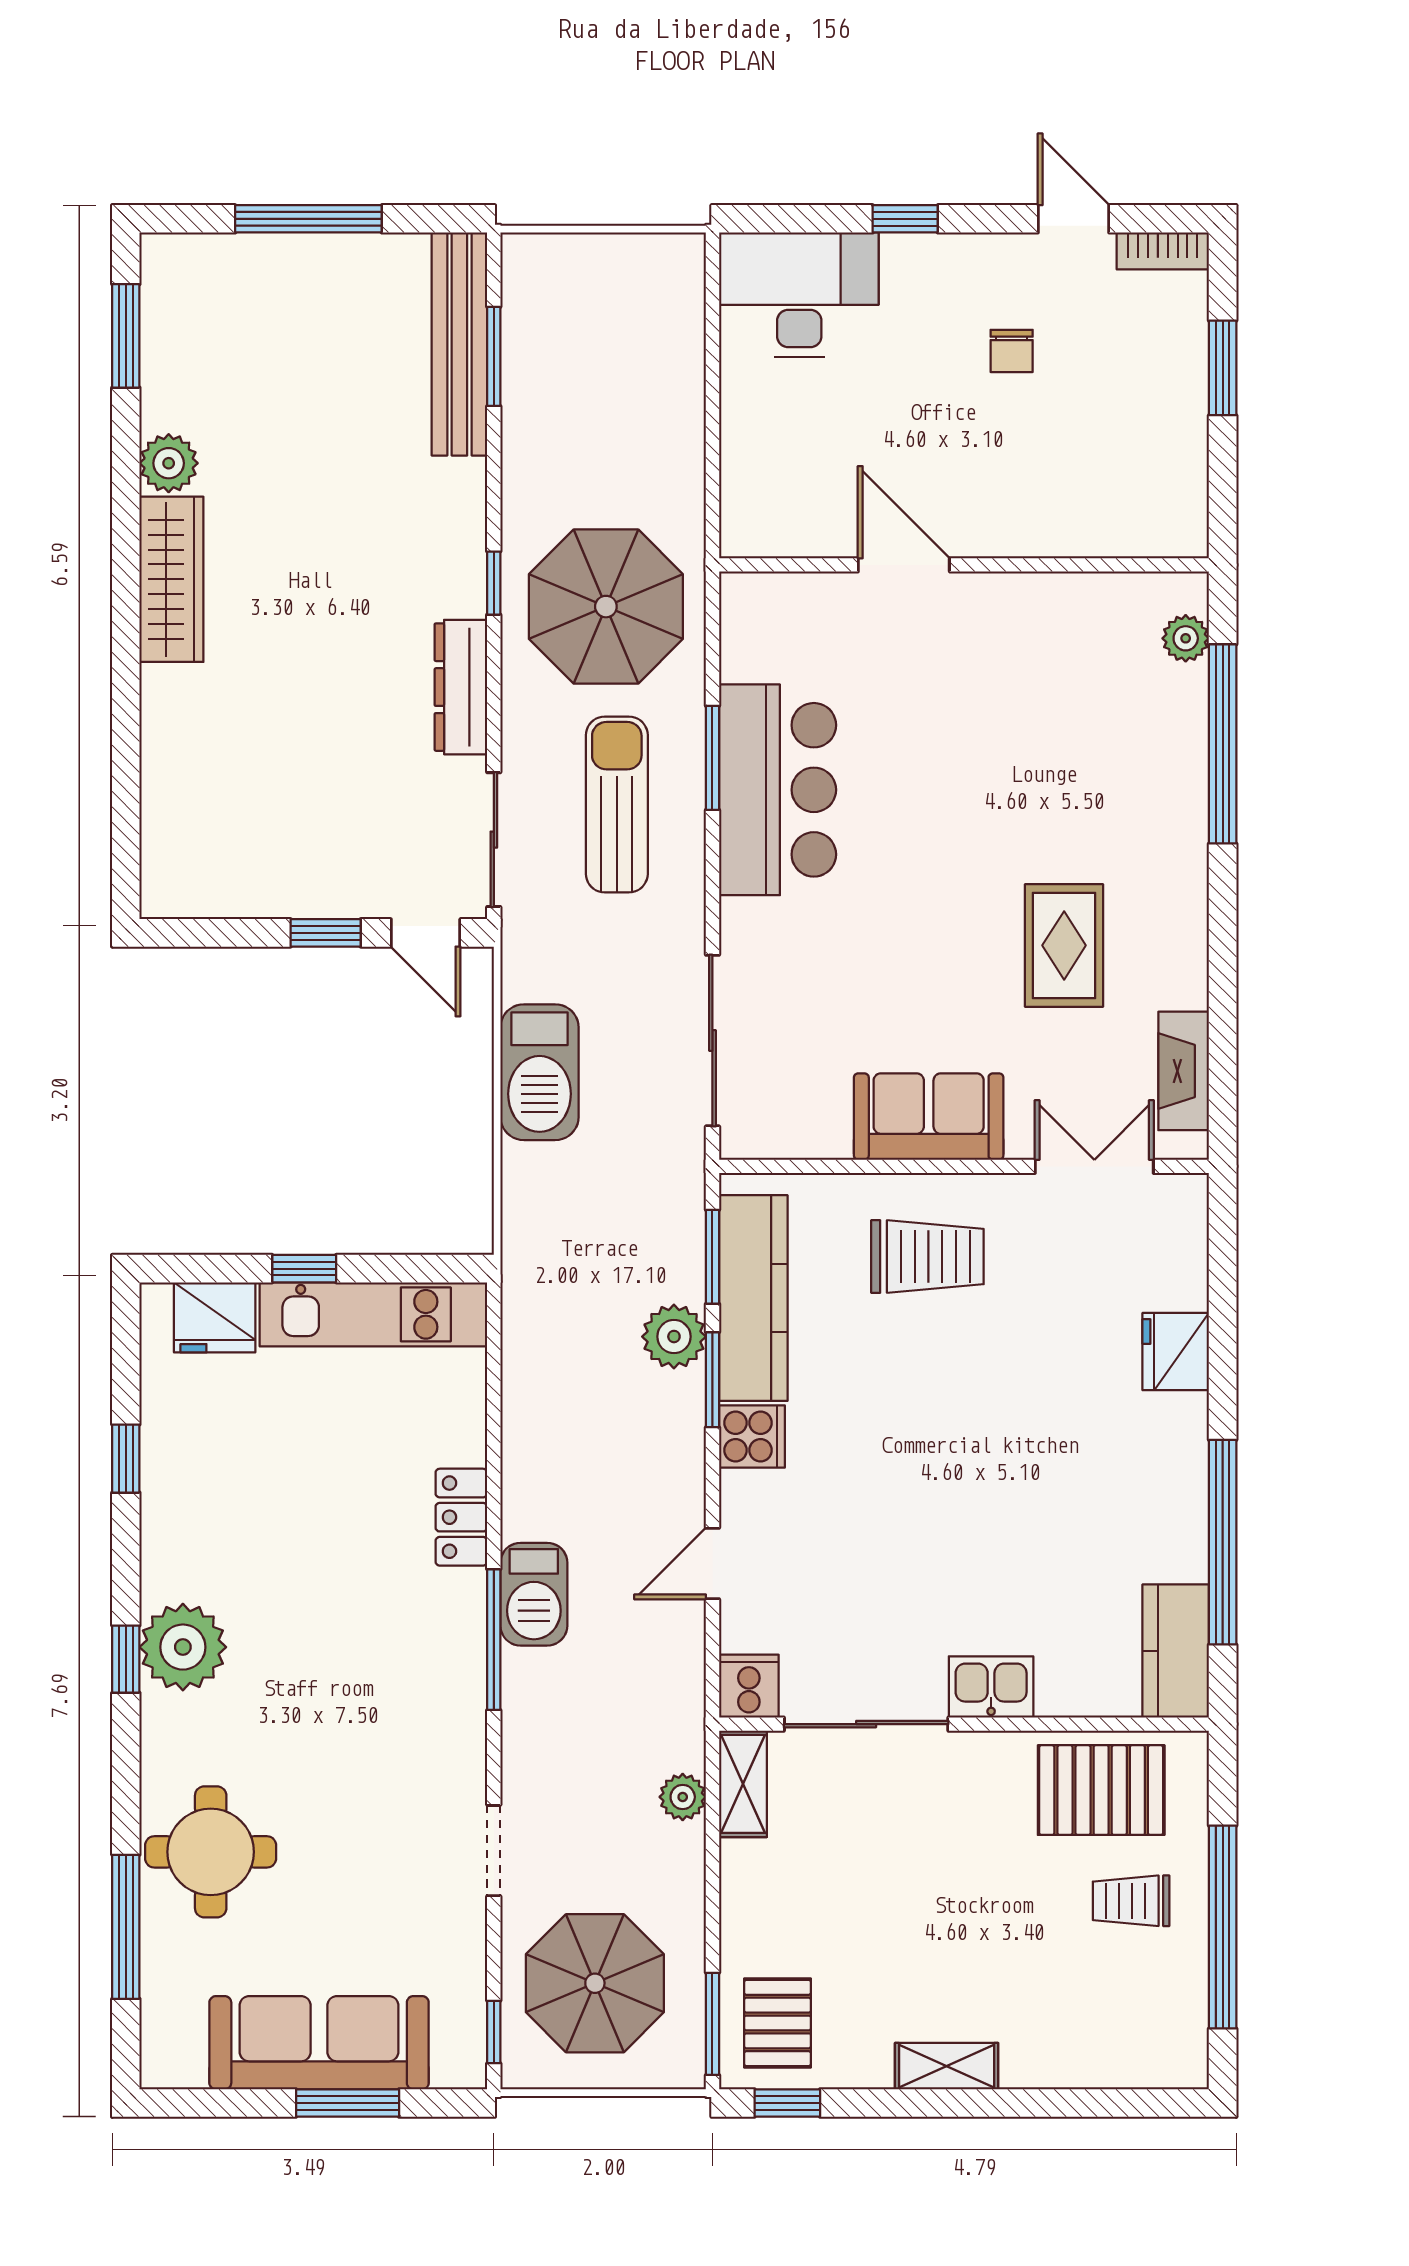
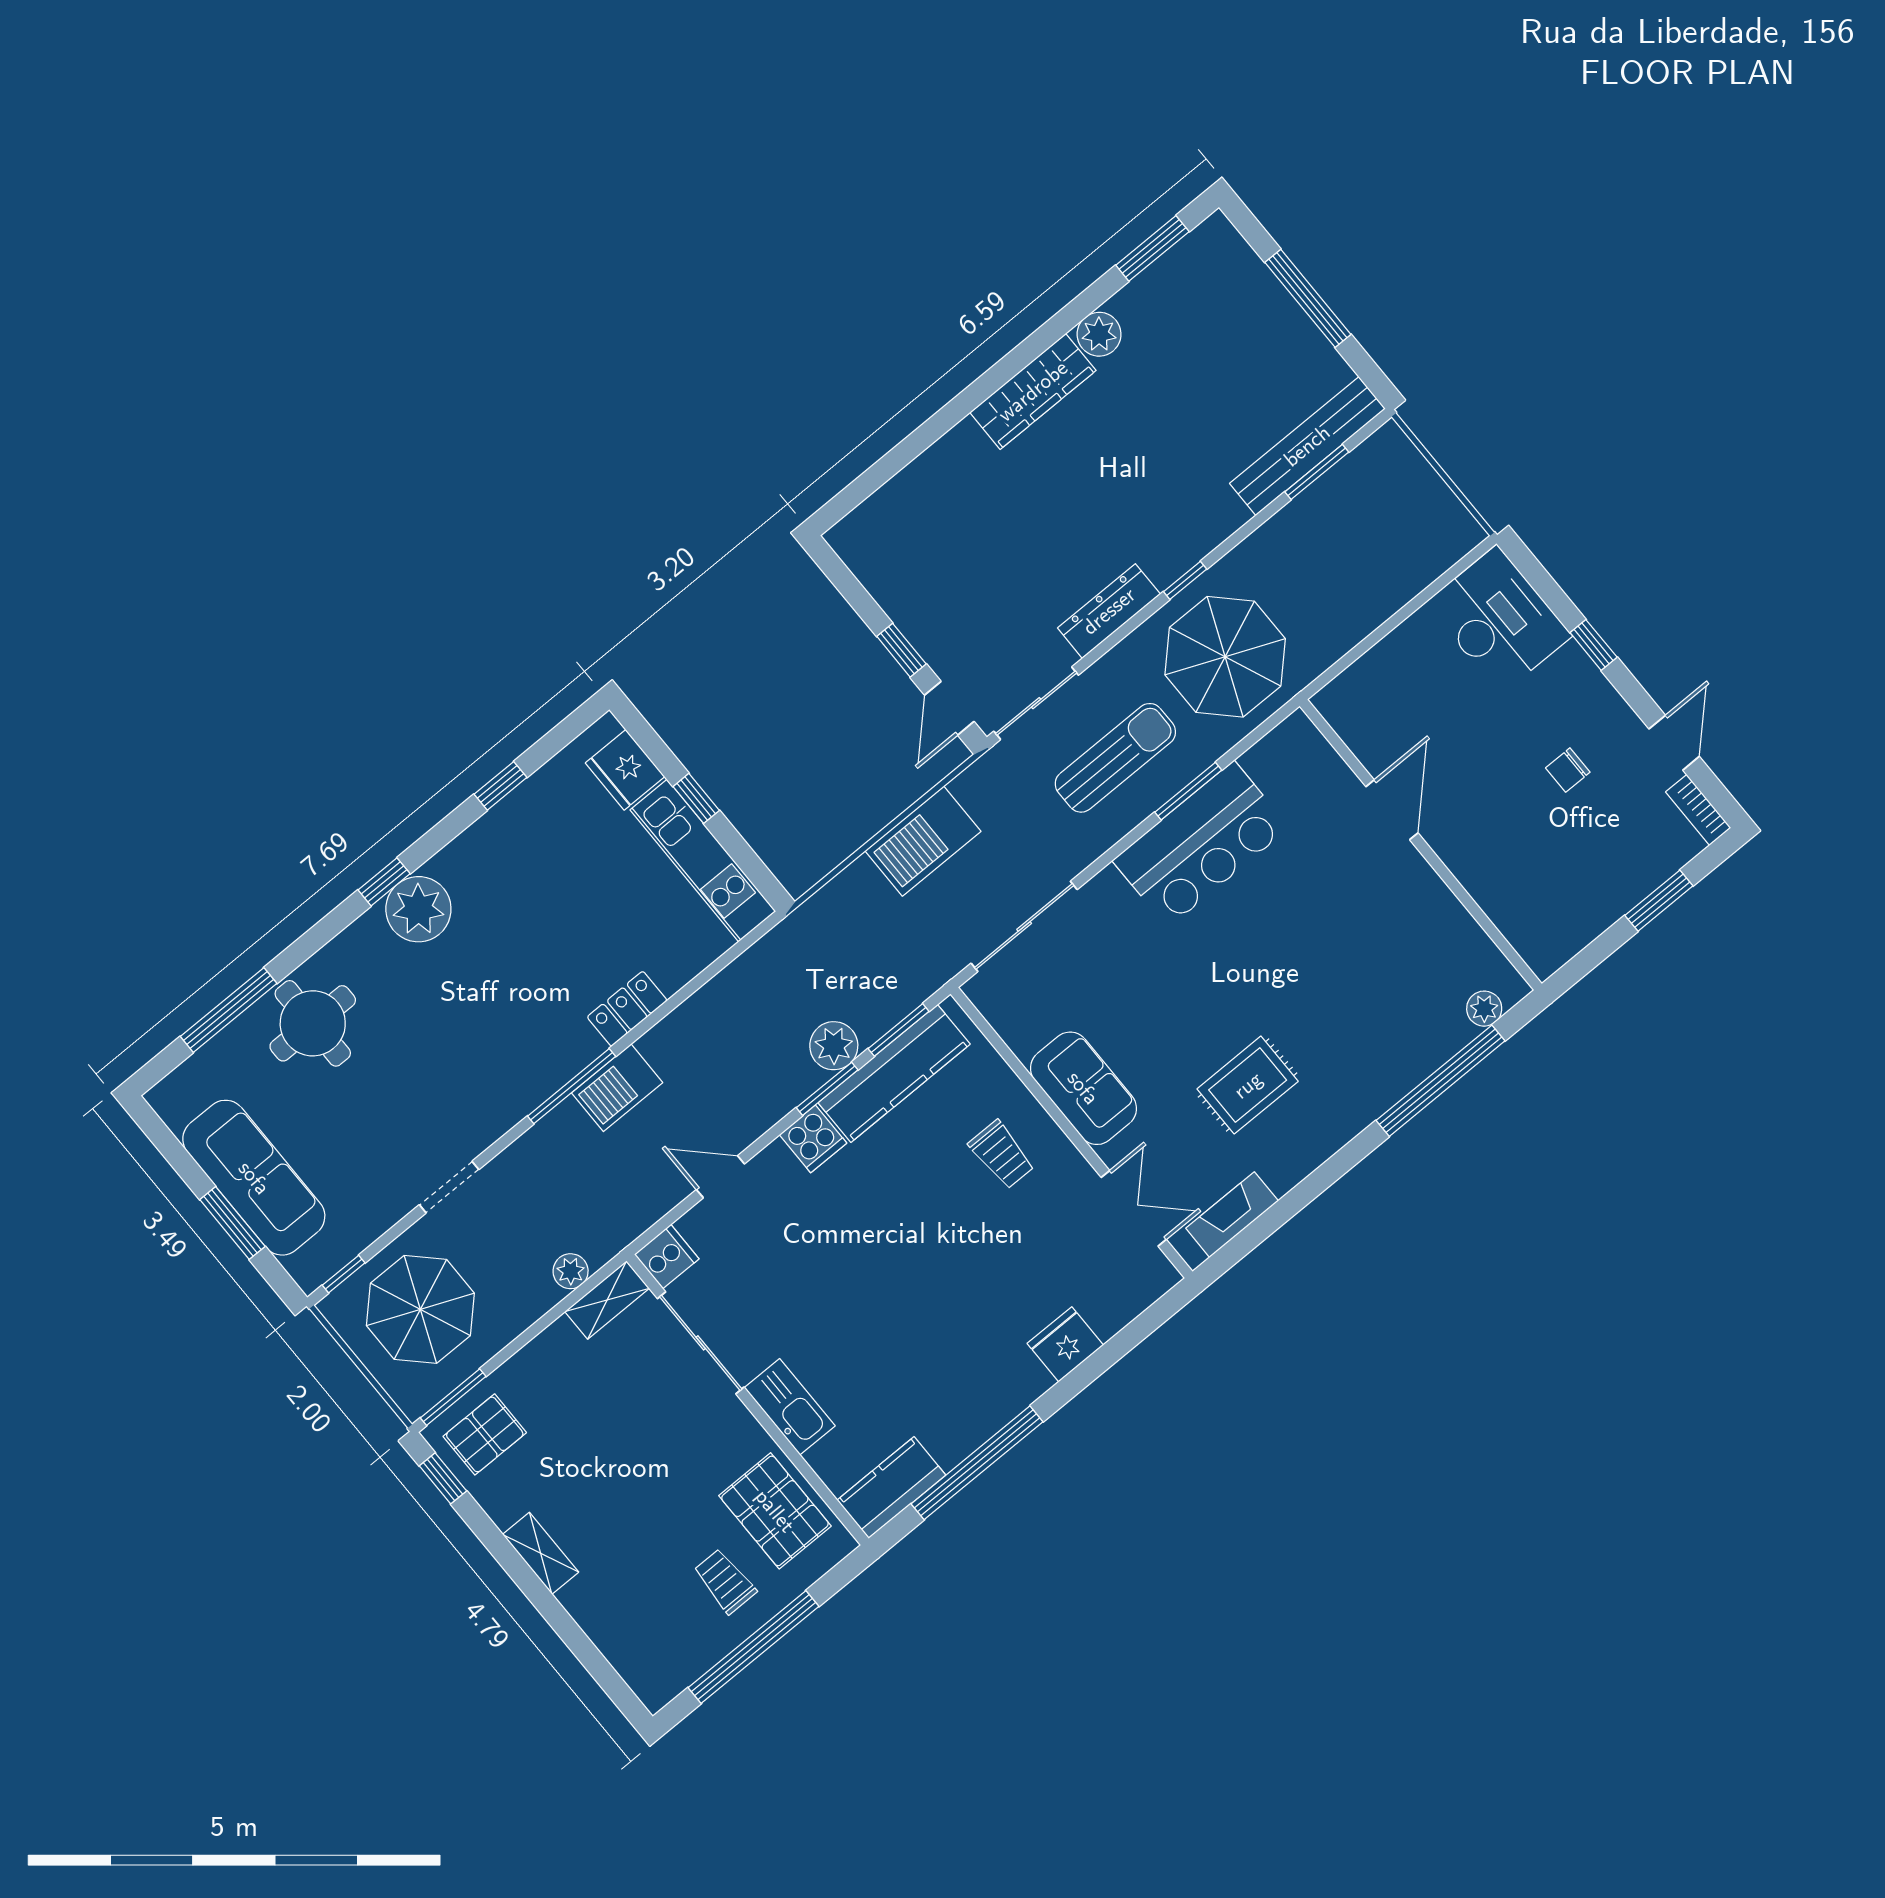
trolley: (927, 1257) -> (1002, 1155), width x0.73, depth x0.72
kitchen sink: (991, 1687) -> (790, 1407), width x1.38

